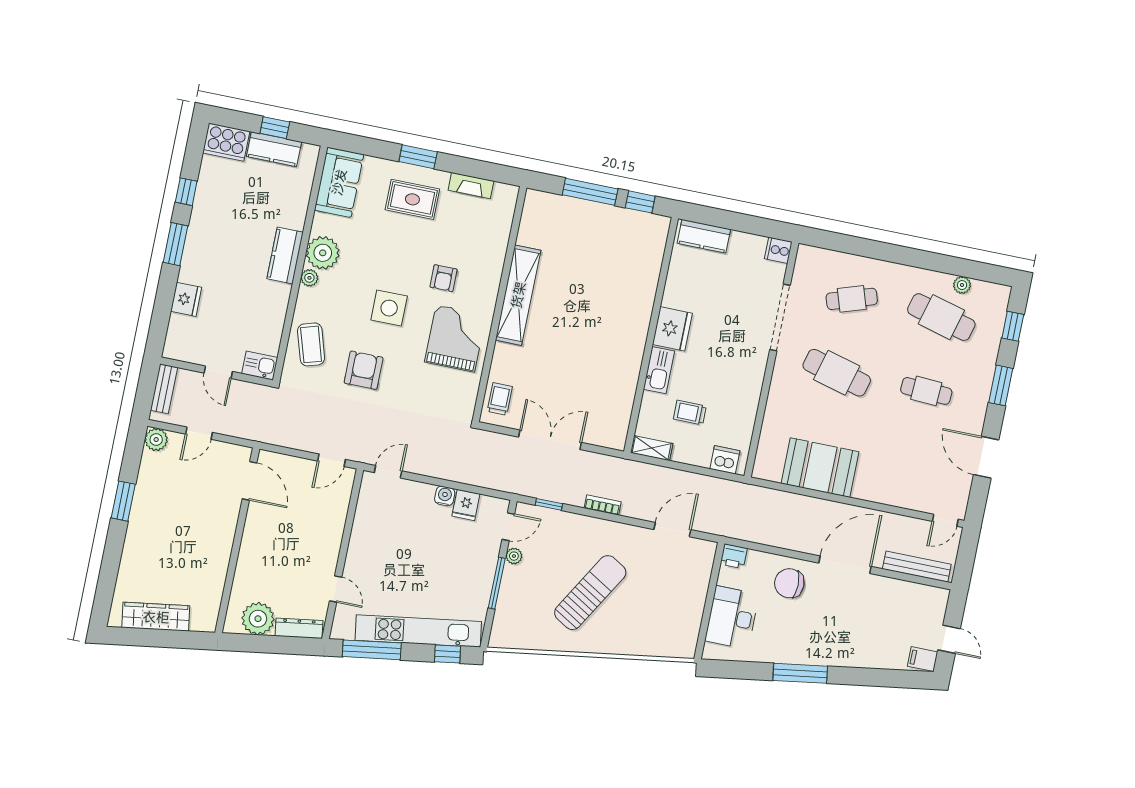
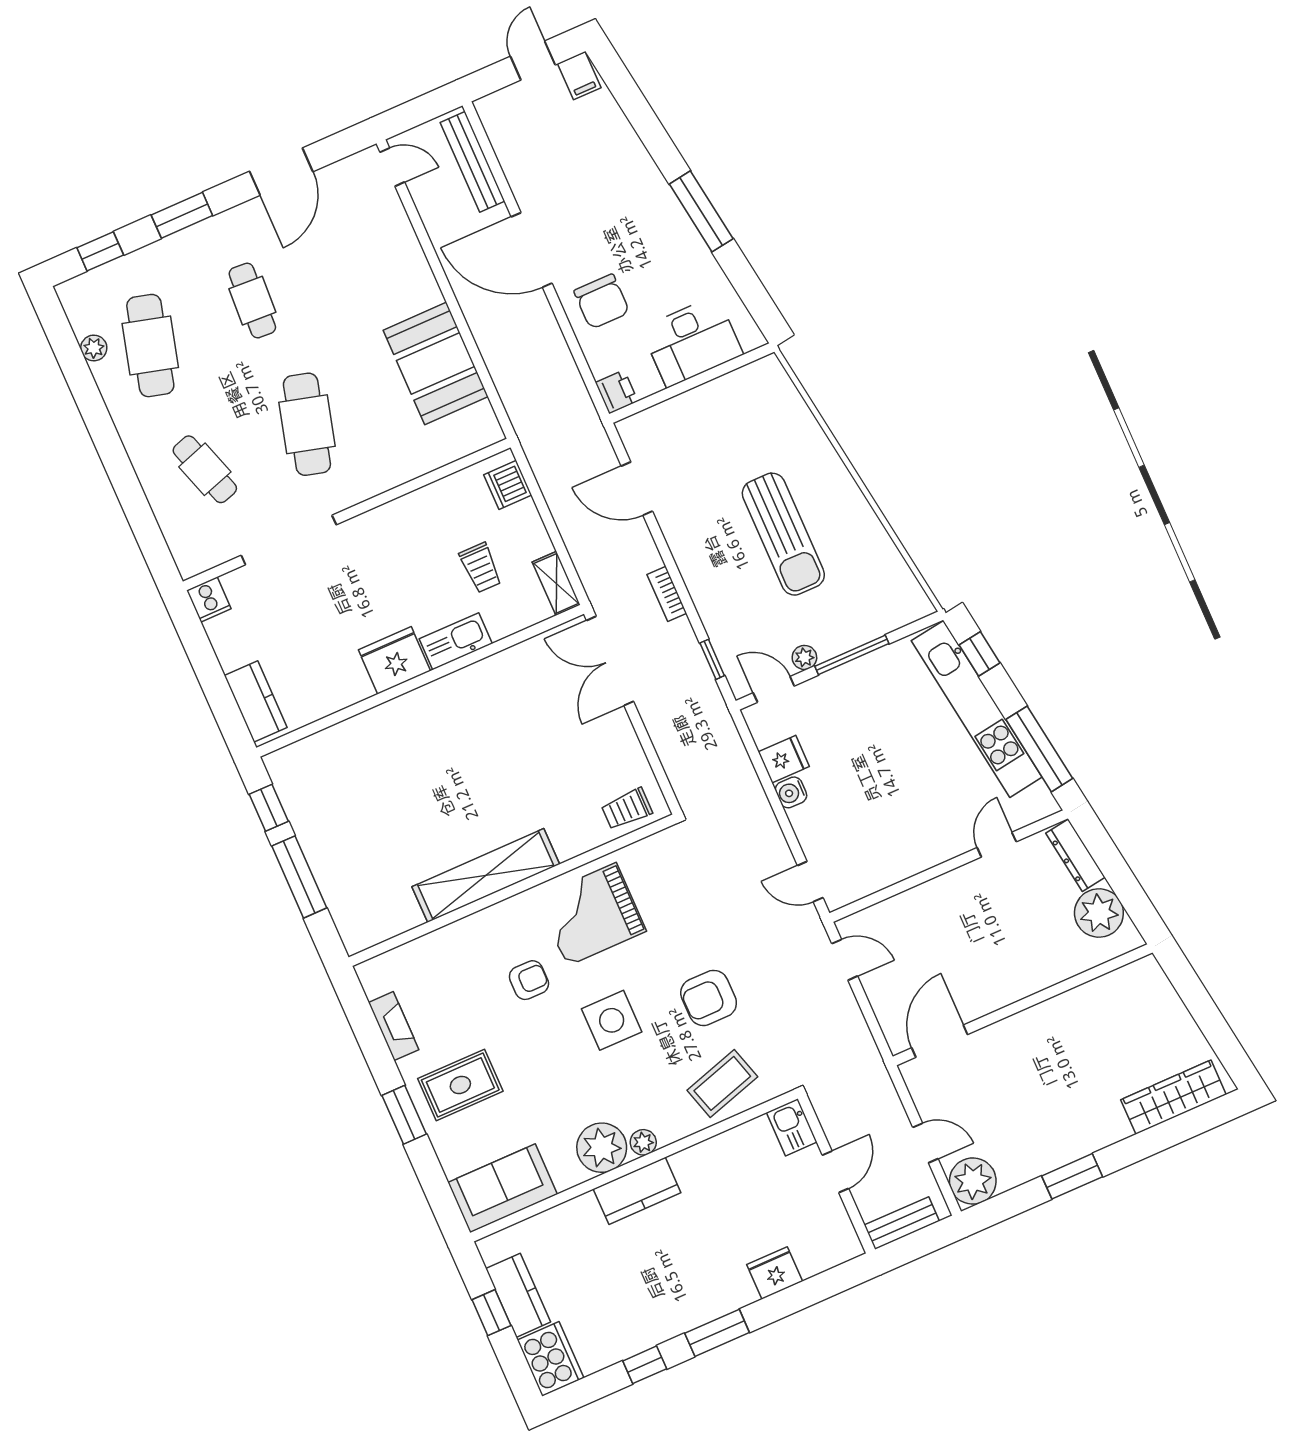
rug: (412, 199) -> (460, 1085), turned 90
plant: (156, 440) -> (973, 1181), width x1.36, depth x1.36
double door: (550, 440) -> (610, 661), moved
sun lounger: (590, 593) -> (783, 534), turned -121
wardrobe: (156, 617) -> (1173, 1097), moved, turned 98

